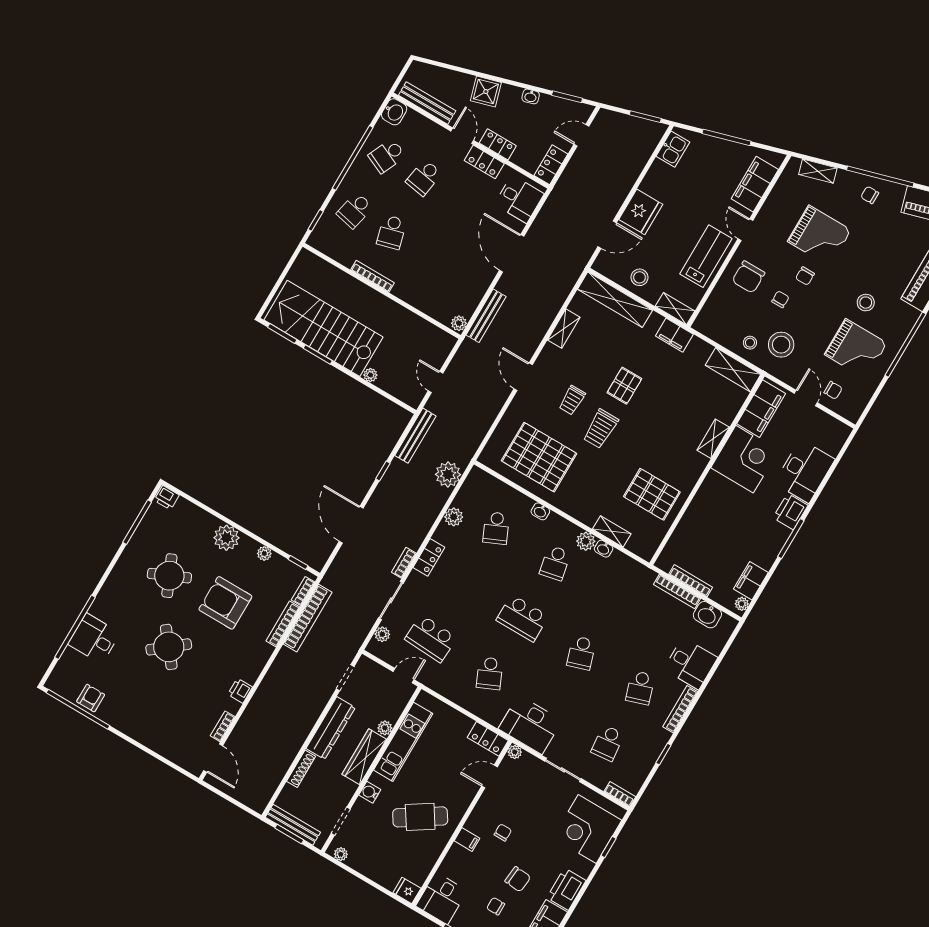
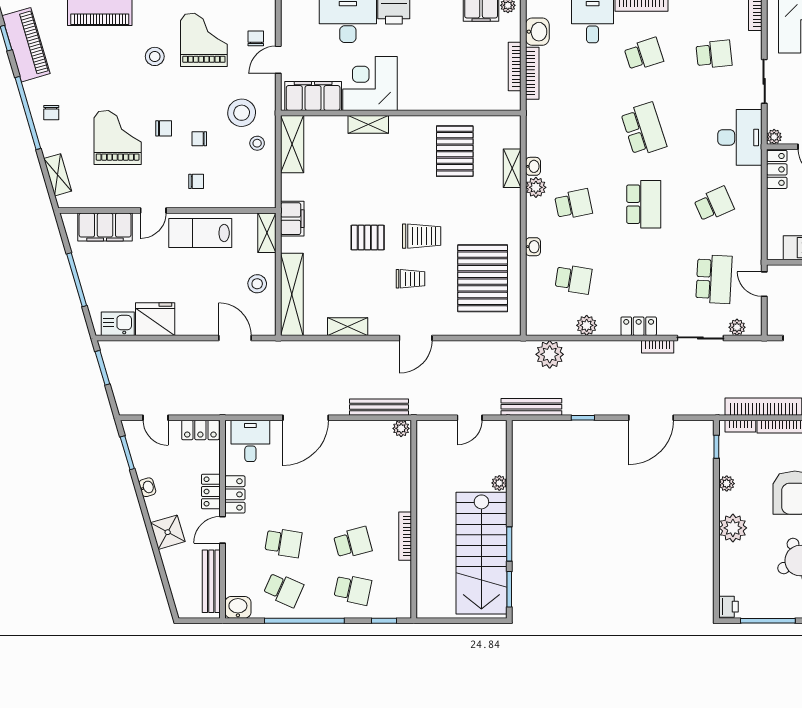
fridge: (641, 212) -> (155, 319), moved
chair: (748, 277) -> (196, 181), width x0.54, depth x0.54
school desk: (496, 528) -> (573, 279), turned 33
school desk: (581, 653) -> (644, 129), width x1.85

